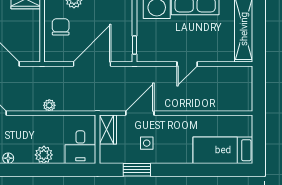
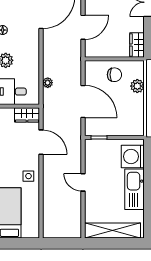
plant: (49, 105) -> (48, 83), moved
side table: (147, 143) -> (28, 176), moved

